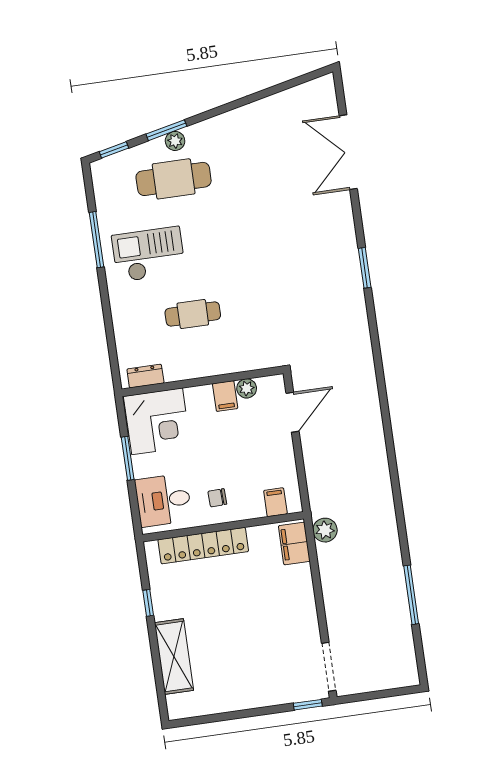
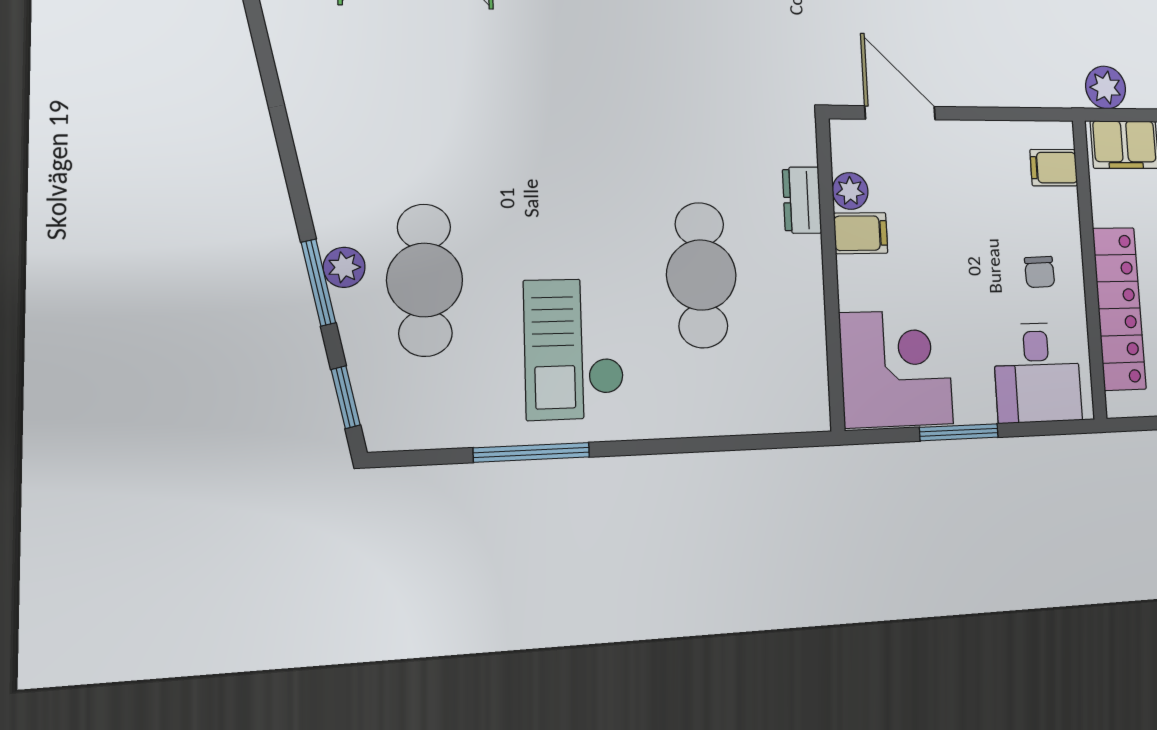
cafe table: (193, 314) -> (701, 275), width x1.37, depth x1.35
dresser: (145, 376) -> (802, 200), moved

